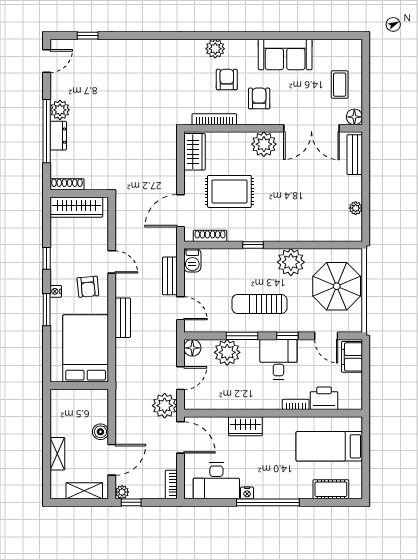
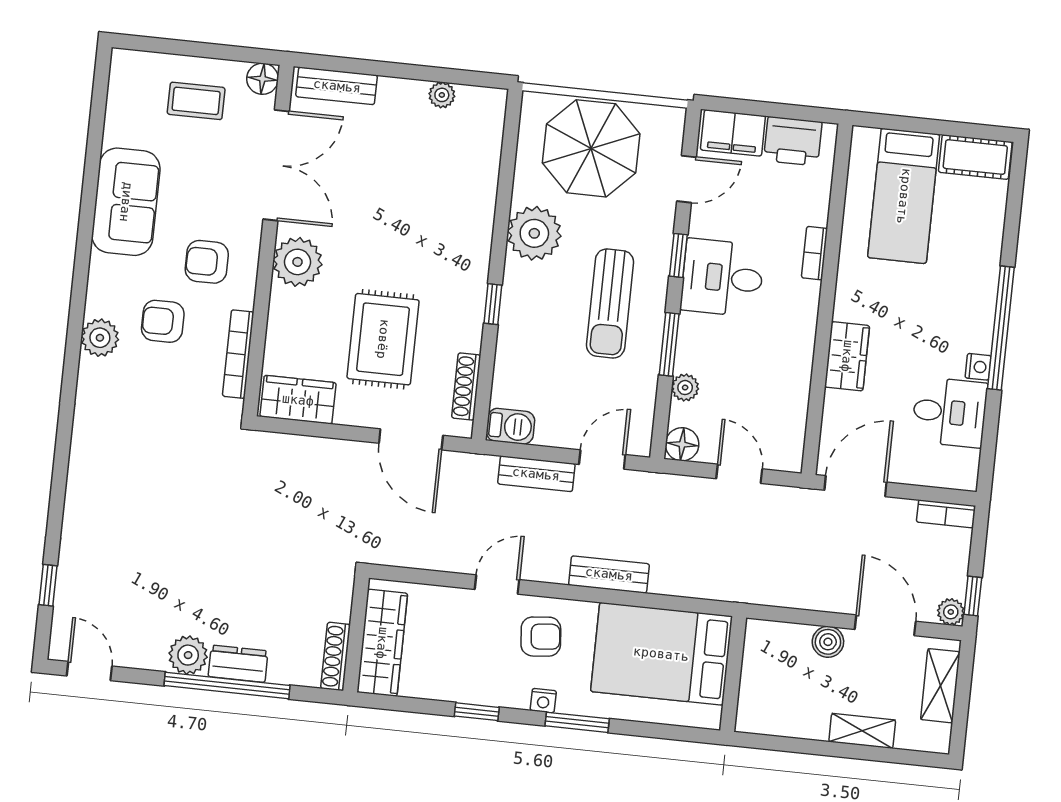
plant: (227, 352) -> (685, 388), width x0.53, depth x0.53
printer: (324, 398) -> (793, 141), moved, turned -90
plant: (165, 406) -> (790, 511), removed
desk: (216, 481) -> (950, 412), width x0.73
cot: (331, 489) -> (975, 157), moved, turned 90

